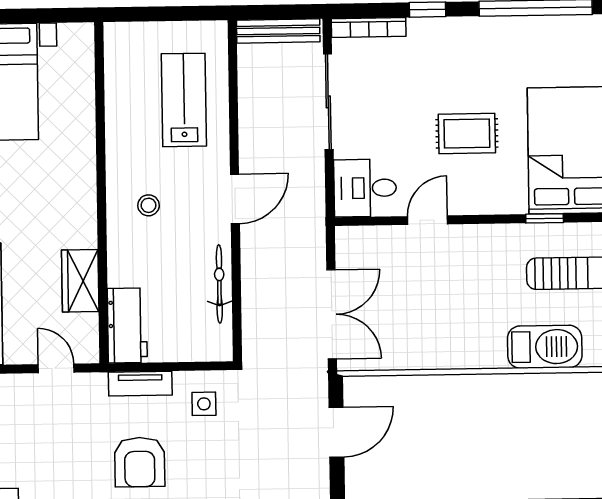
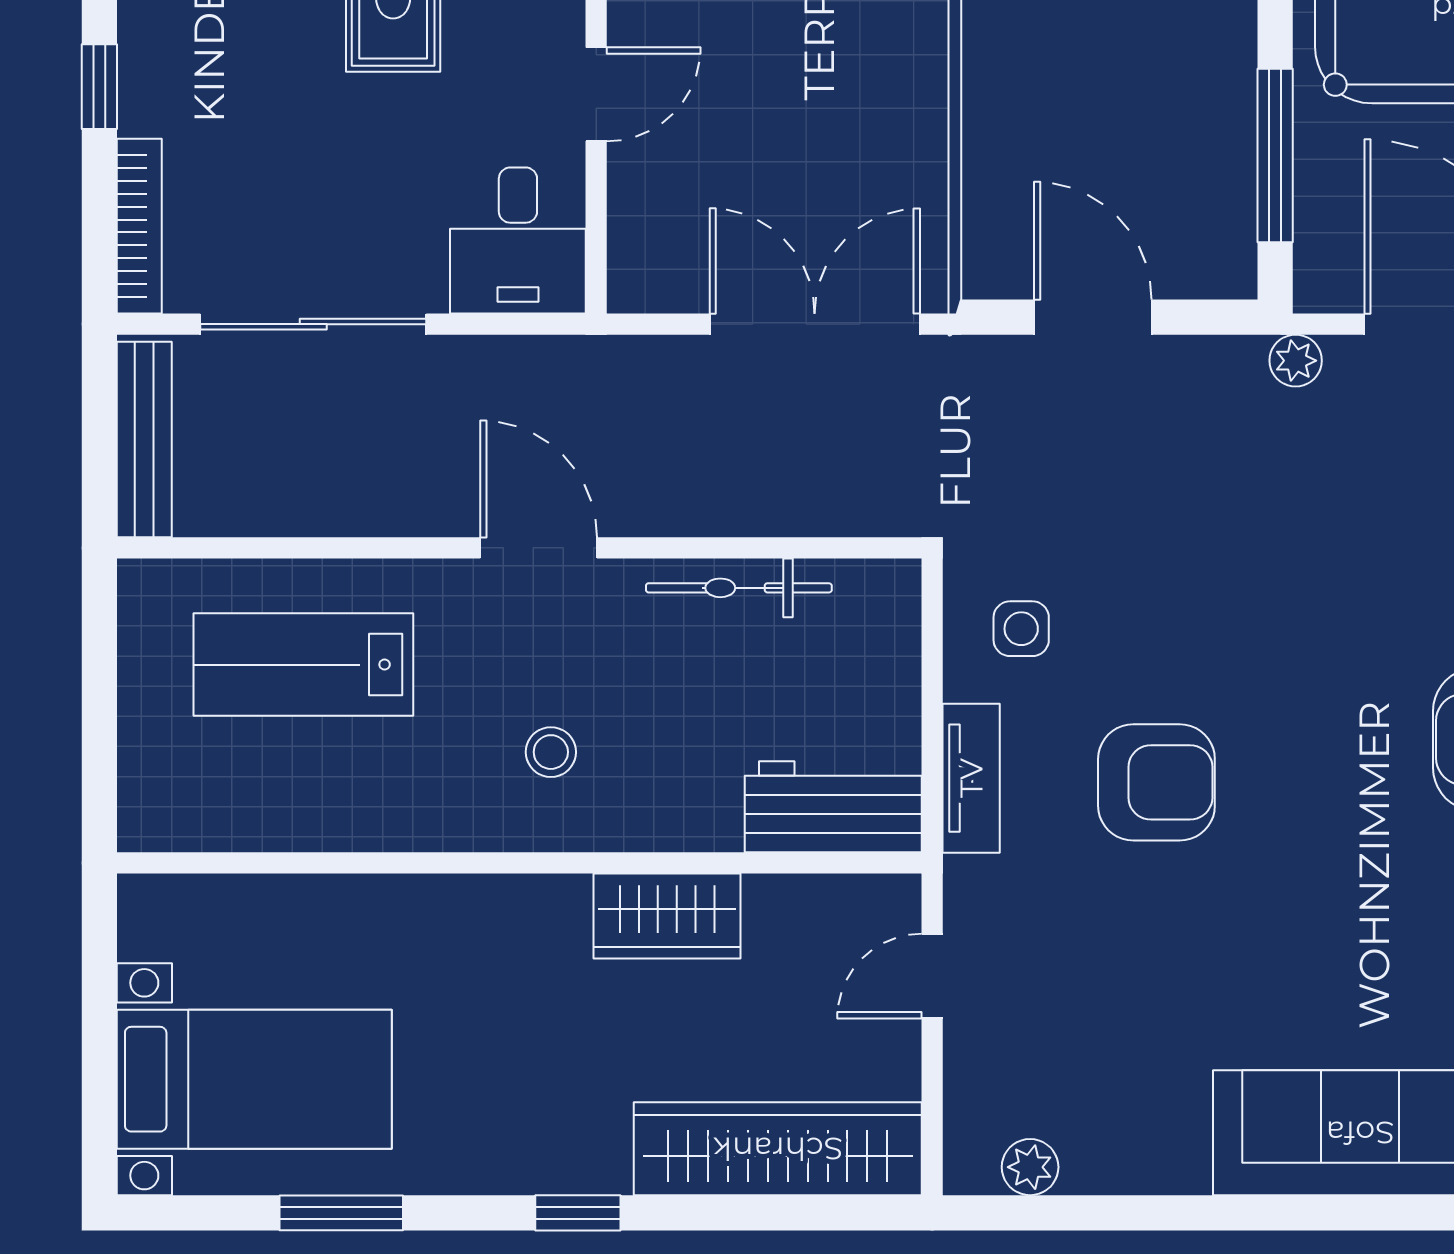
door: (428, 220) -> (596, 94), swing flipped
wardrobe: (80, 281) -> (667, 916), moved

